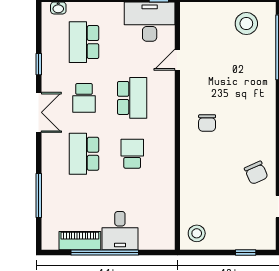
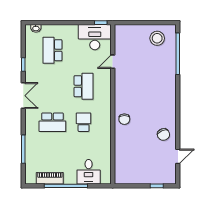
school desk: (84, 98) -> (52, 86), removed
chair: (207, 123) -> (124, 119), moved
school desk: (84, 154) -> (52, 122), turned -90
desk: (120, 231) -> (89, 172), moved
stool: (197, 233) -> (125, 174), removed

